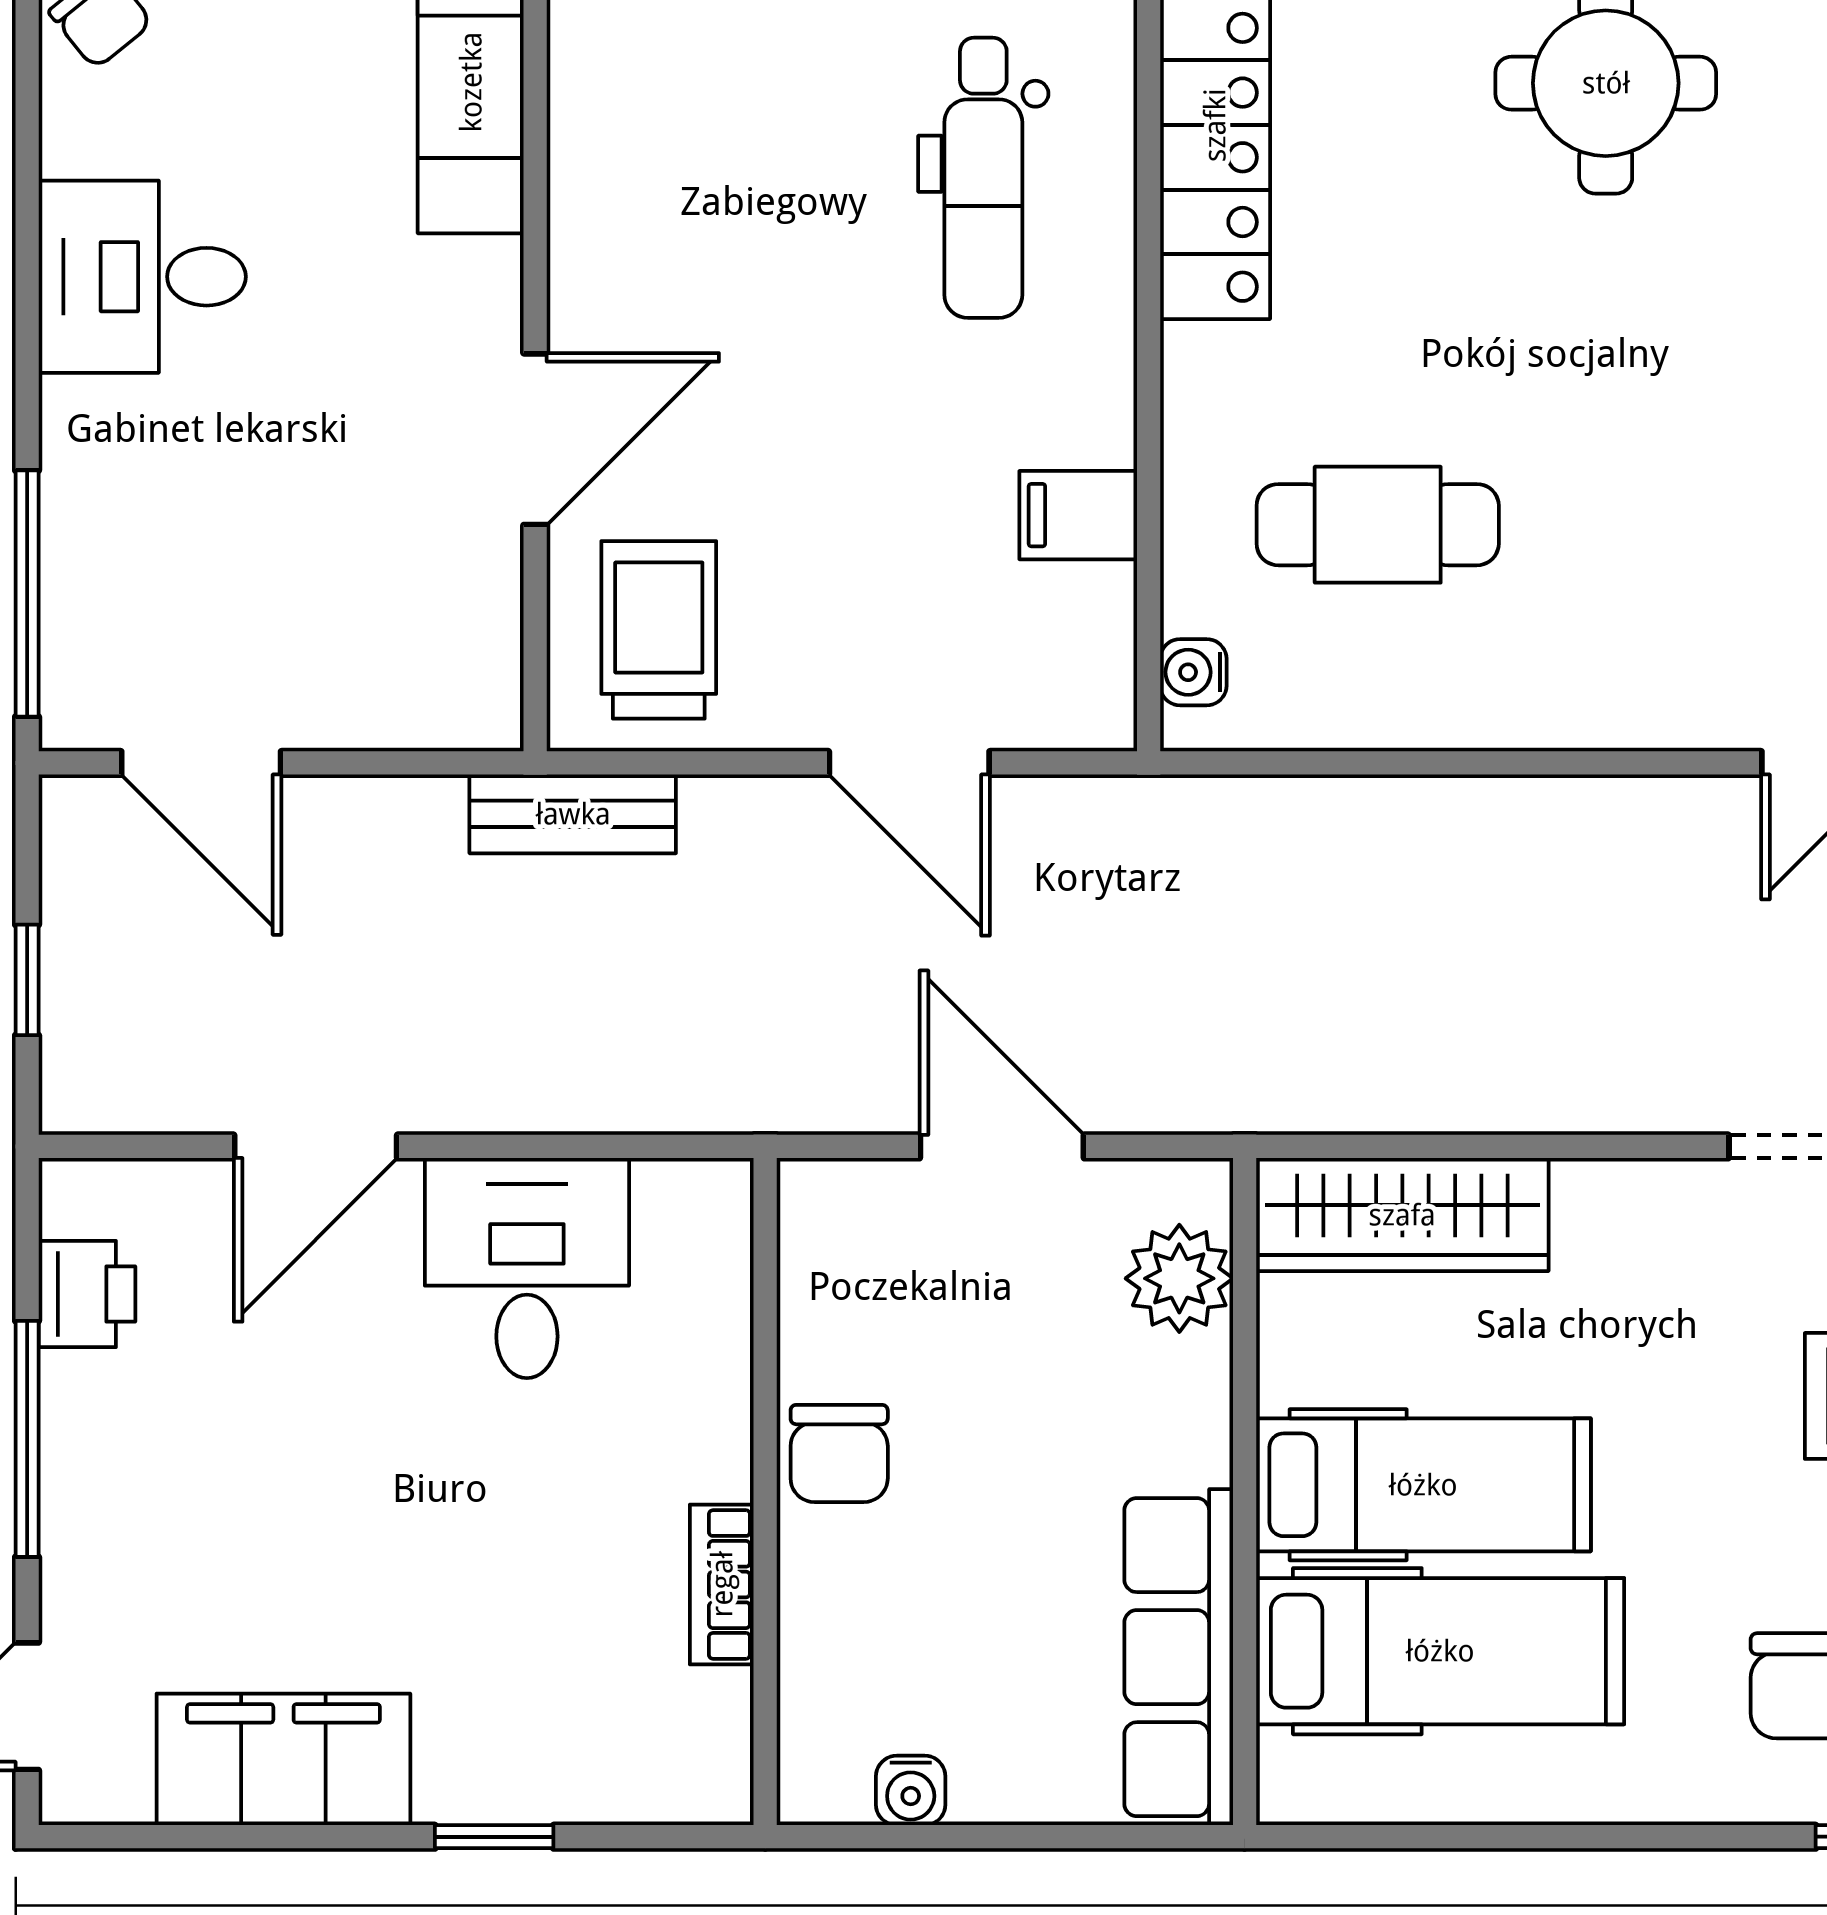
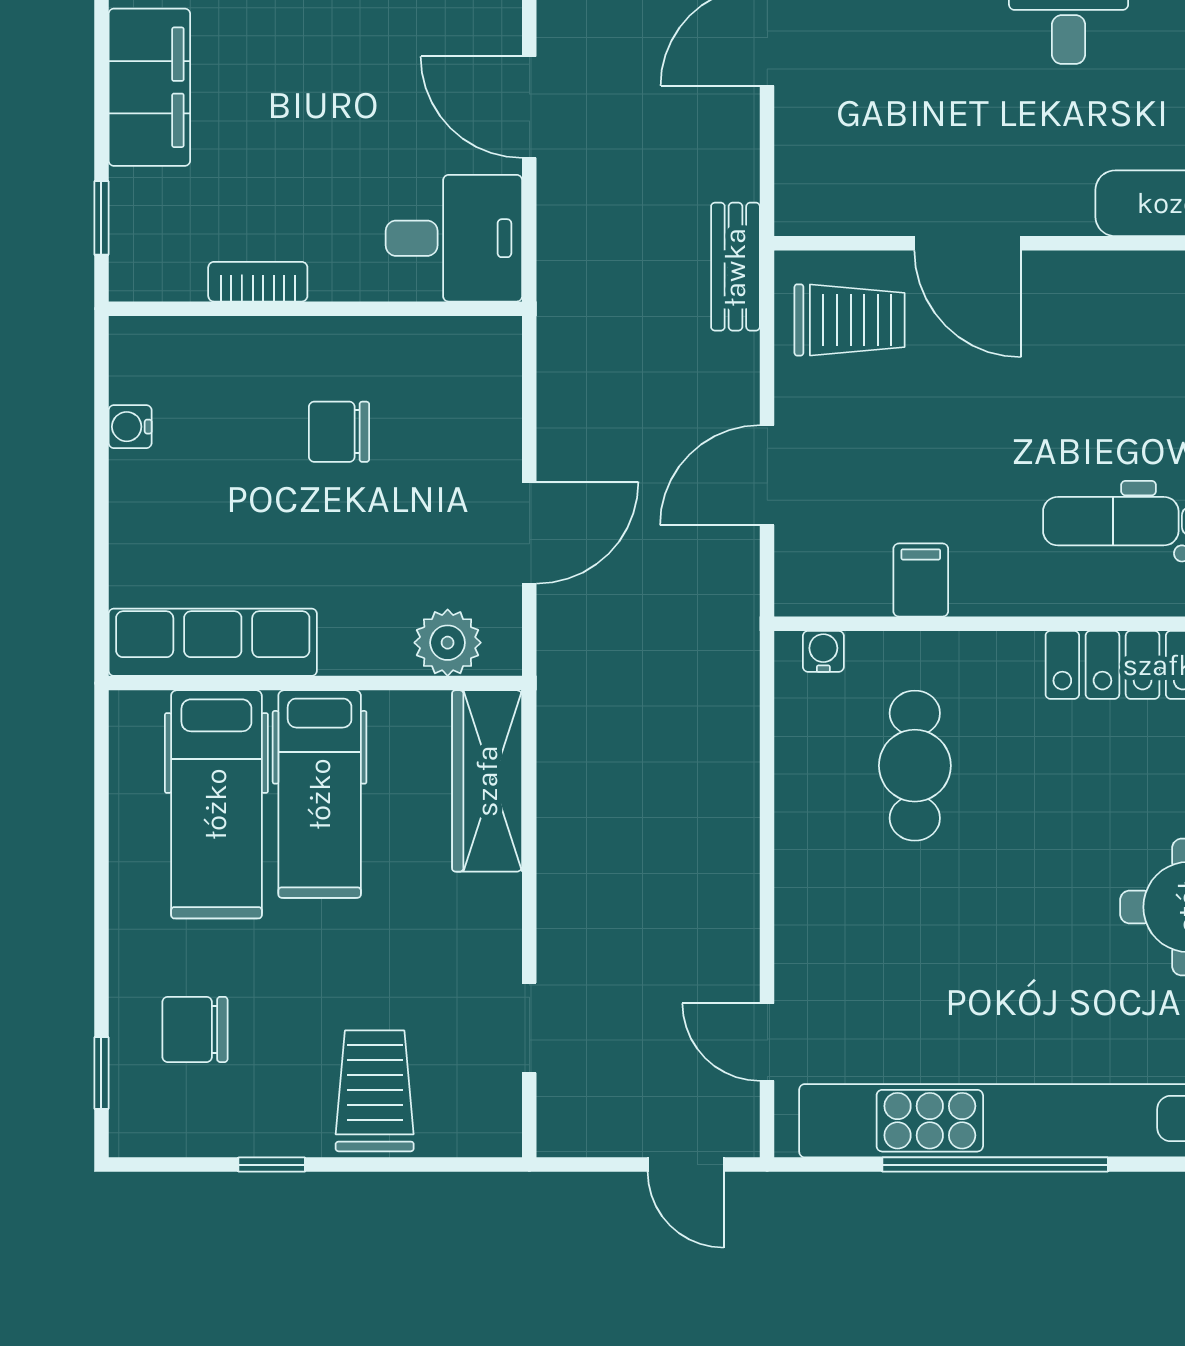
wall: (765, 1492) -> (315, 309), moved
bookcase: (722, 1584) -> (258, 282), moved
water cooler: (911, 1790) -> (130, 427), moved

